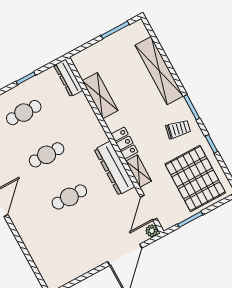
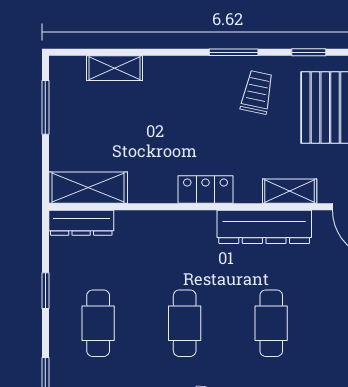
shelving: (159, 71) -> (114, 68), width x0.45, depth x0.75
shelving: (100, 96) -> (88, 188), moved
locker: (124, 143) -> (206, 189), moved

